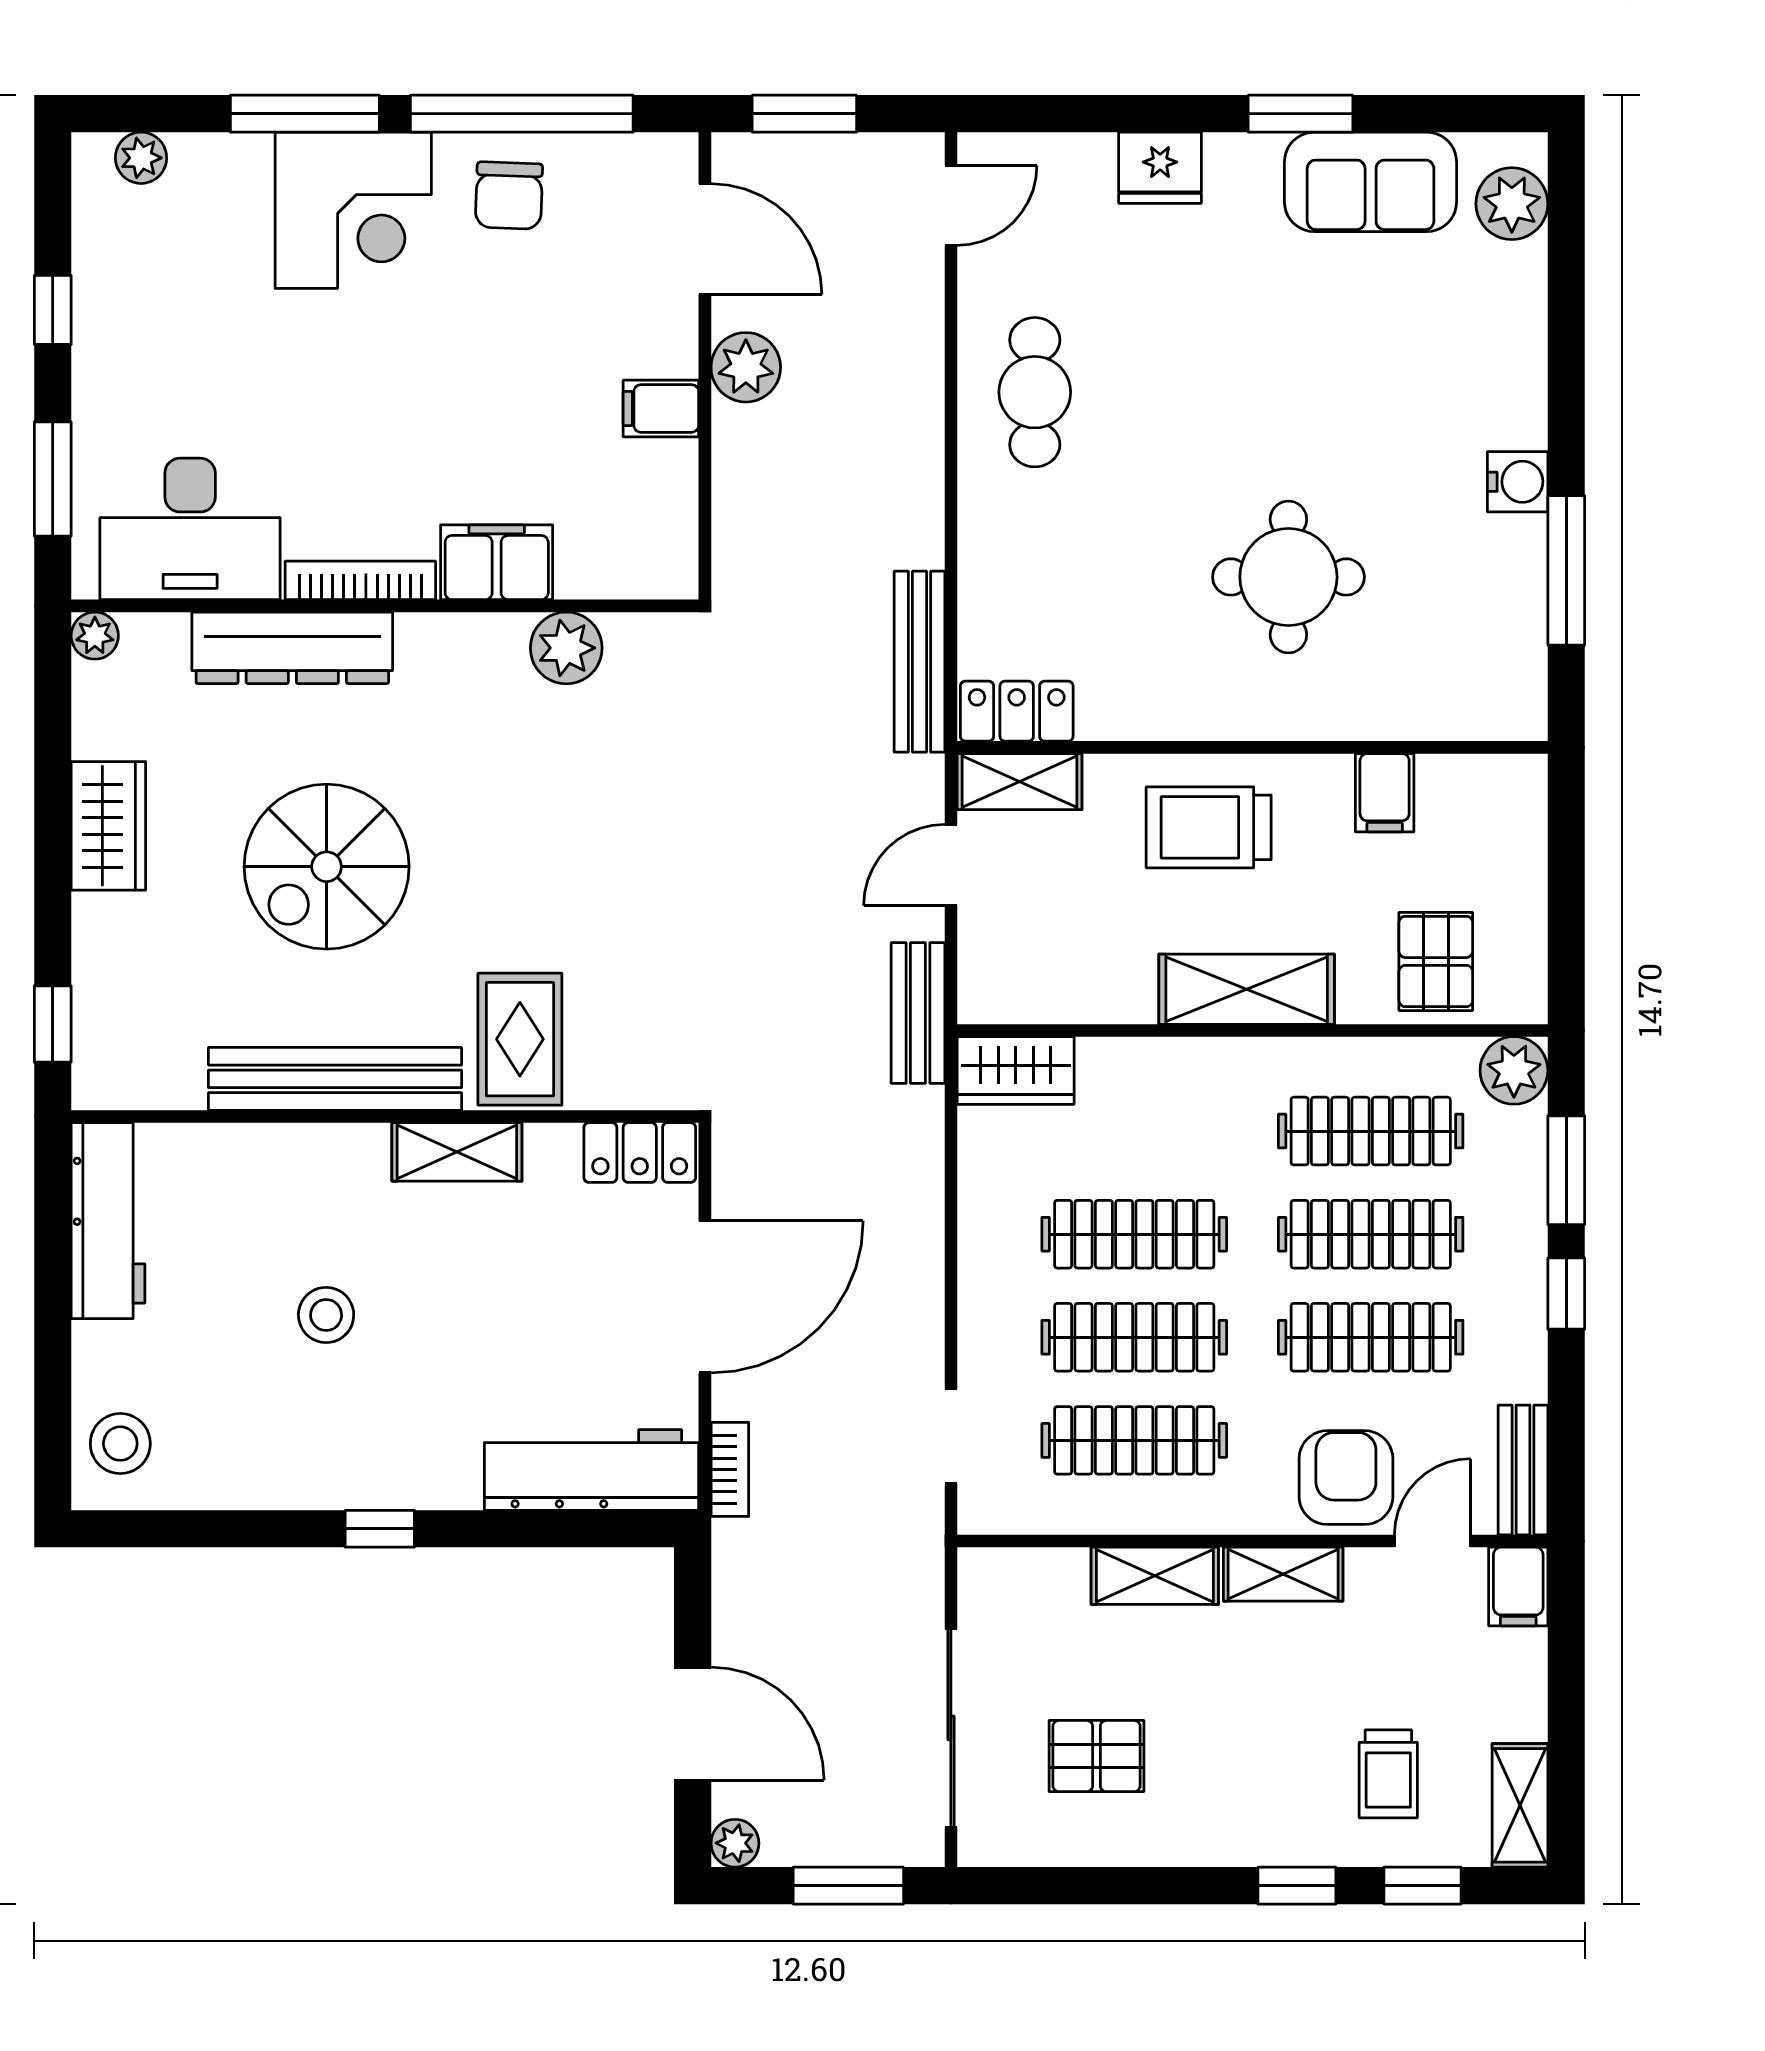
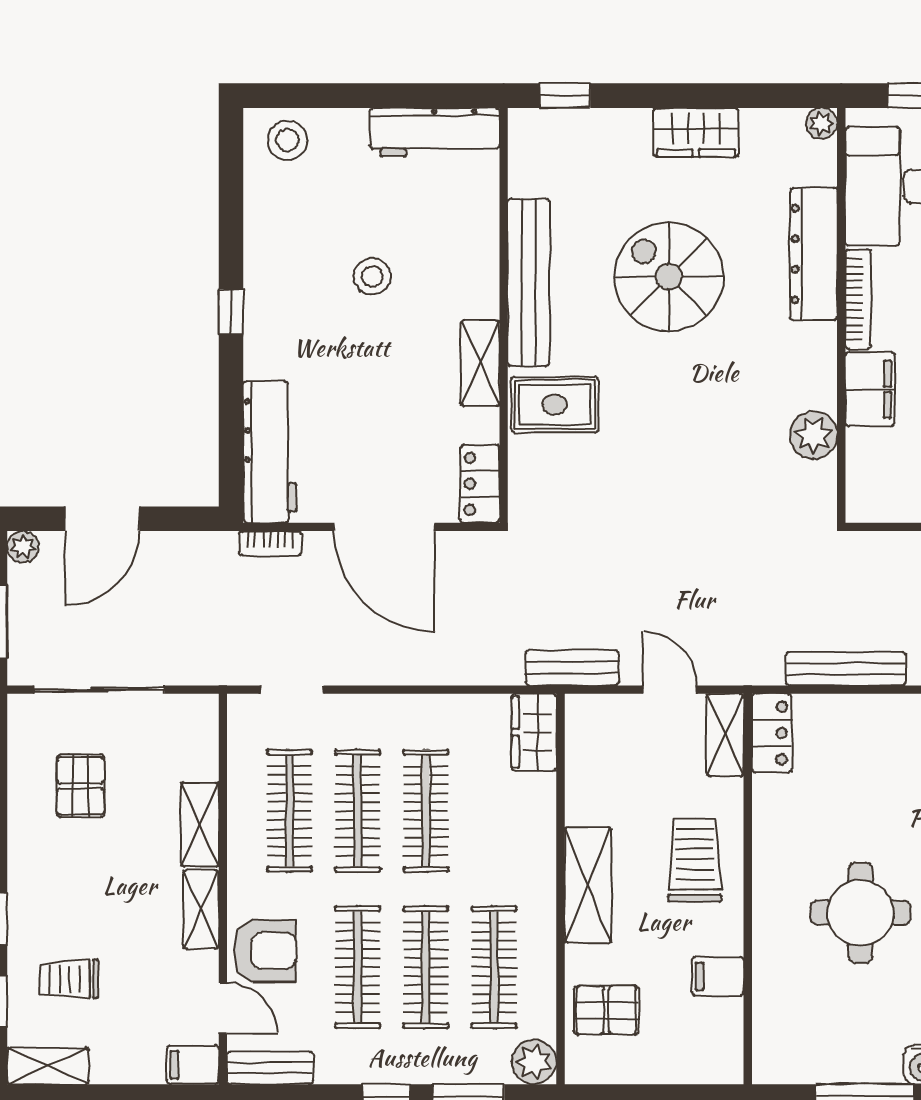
bench: (919, 662) -> (846, 669), moved

